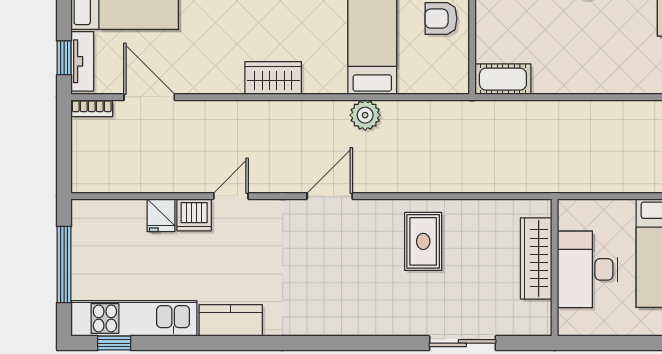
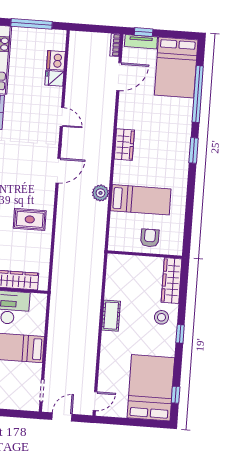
cot: (503, 79) -> (111, 316), moved
door: (330, 196) -> (58, 171), hinge flipped
dishwasher: (194, 215) -> (56, 60), moved

